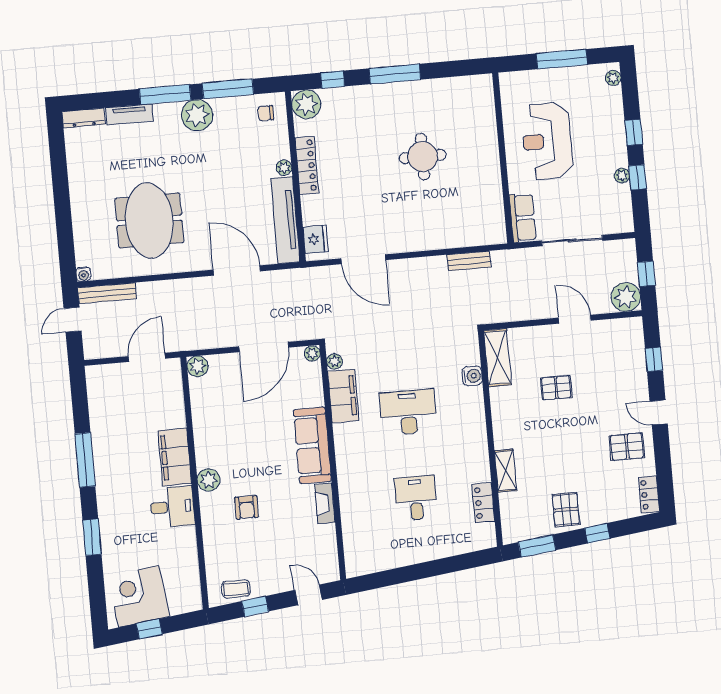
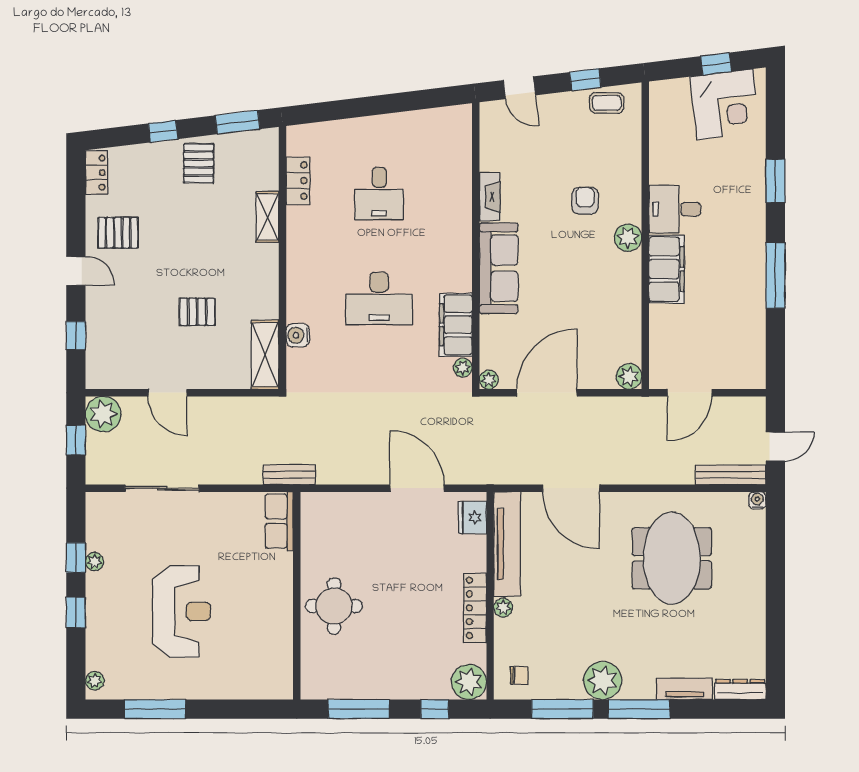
wall: (503, 158) -> (297, 596), moved
row of seats: (523, 218) -> (279, 521), moved

